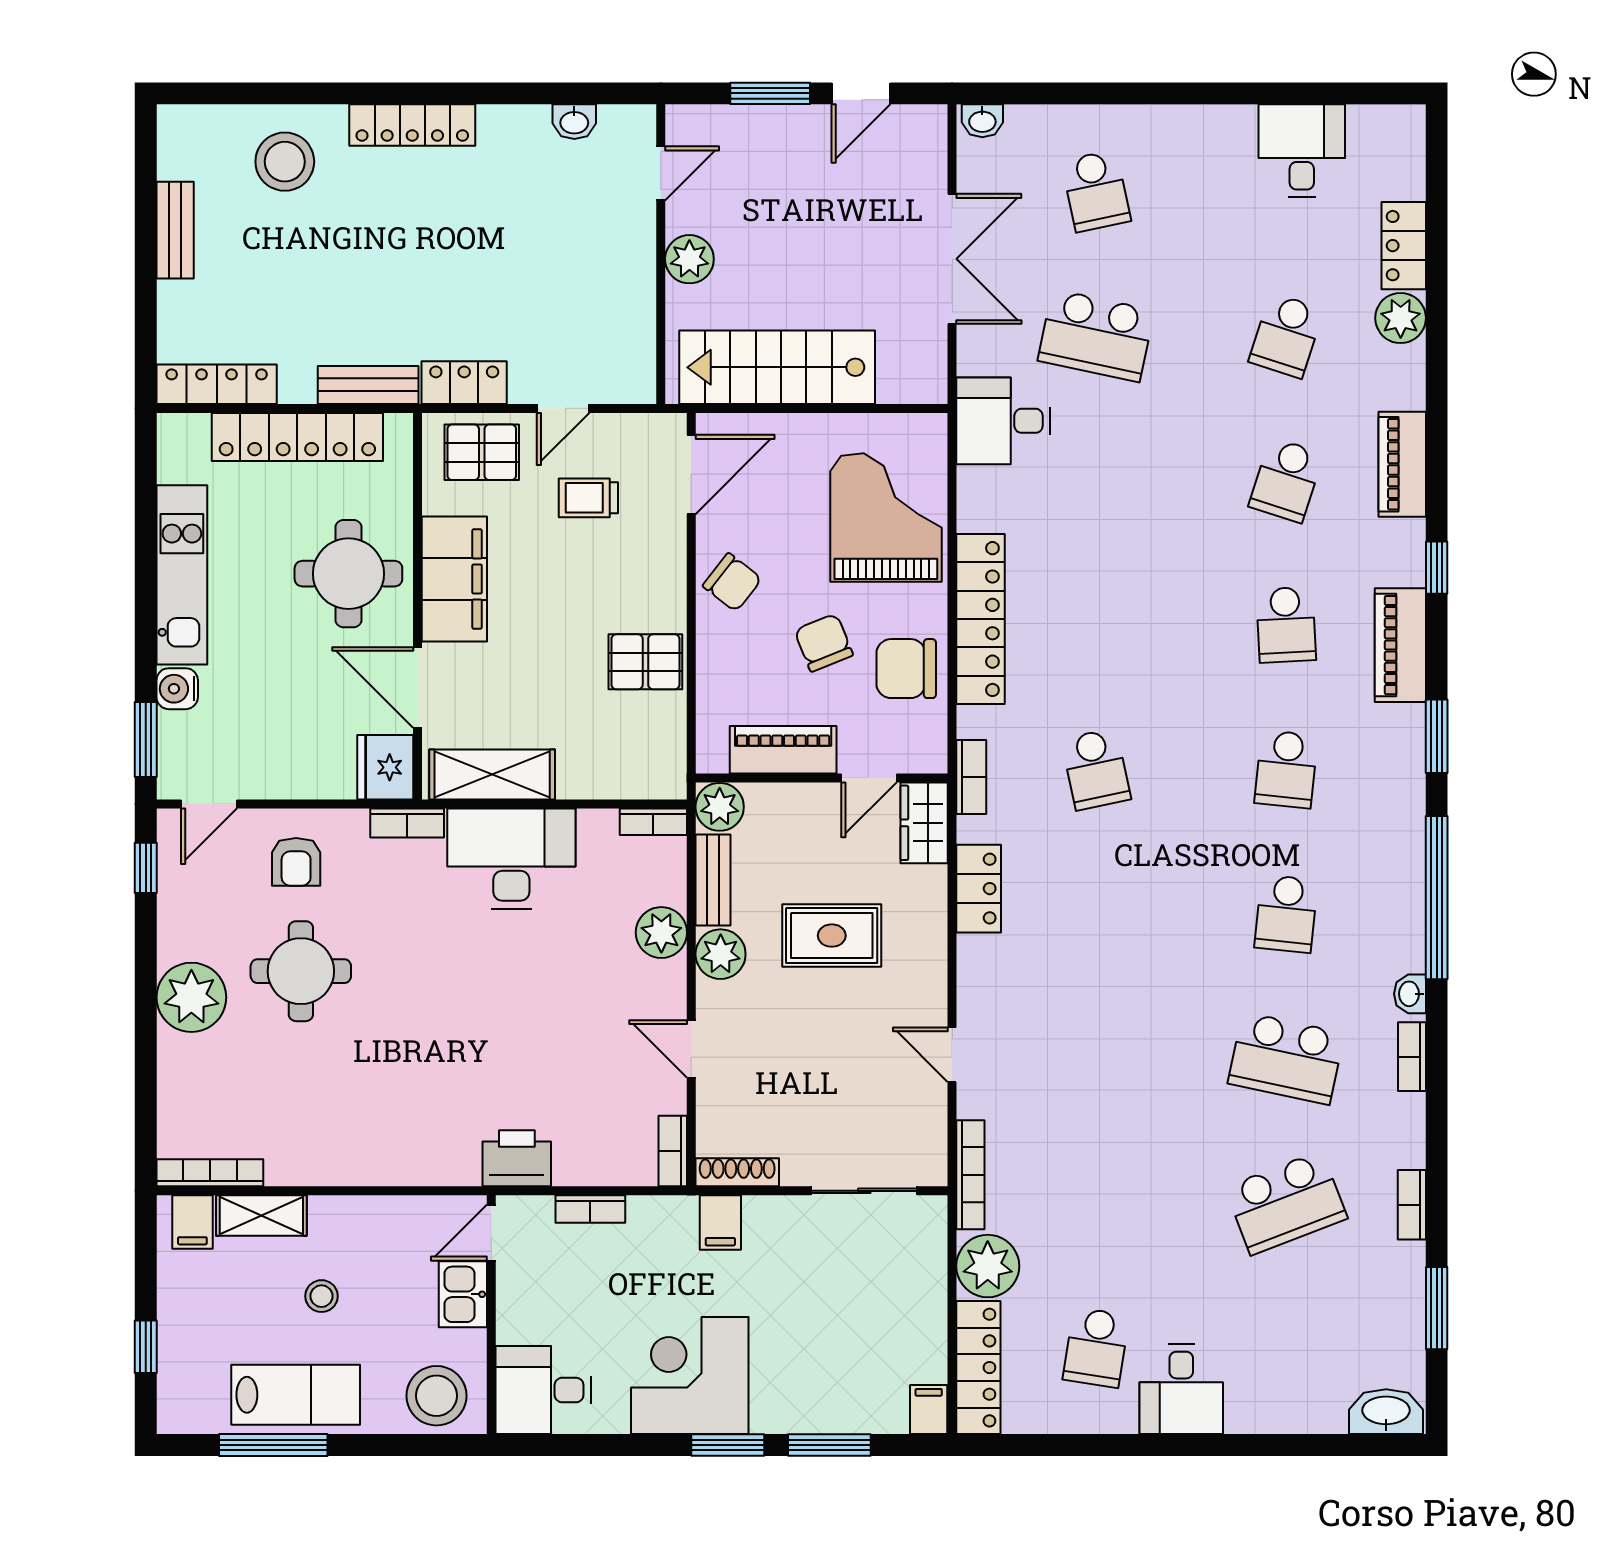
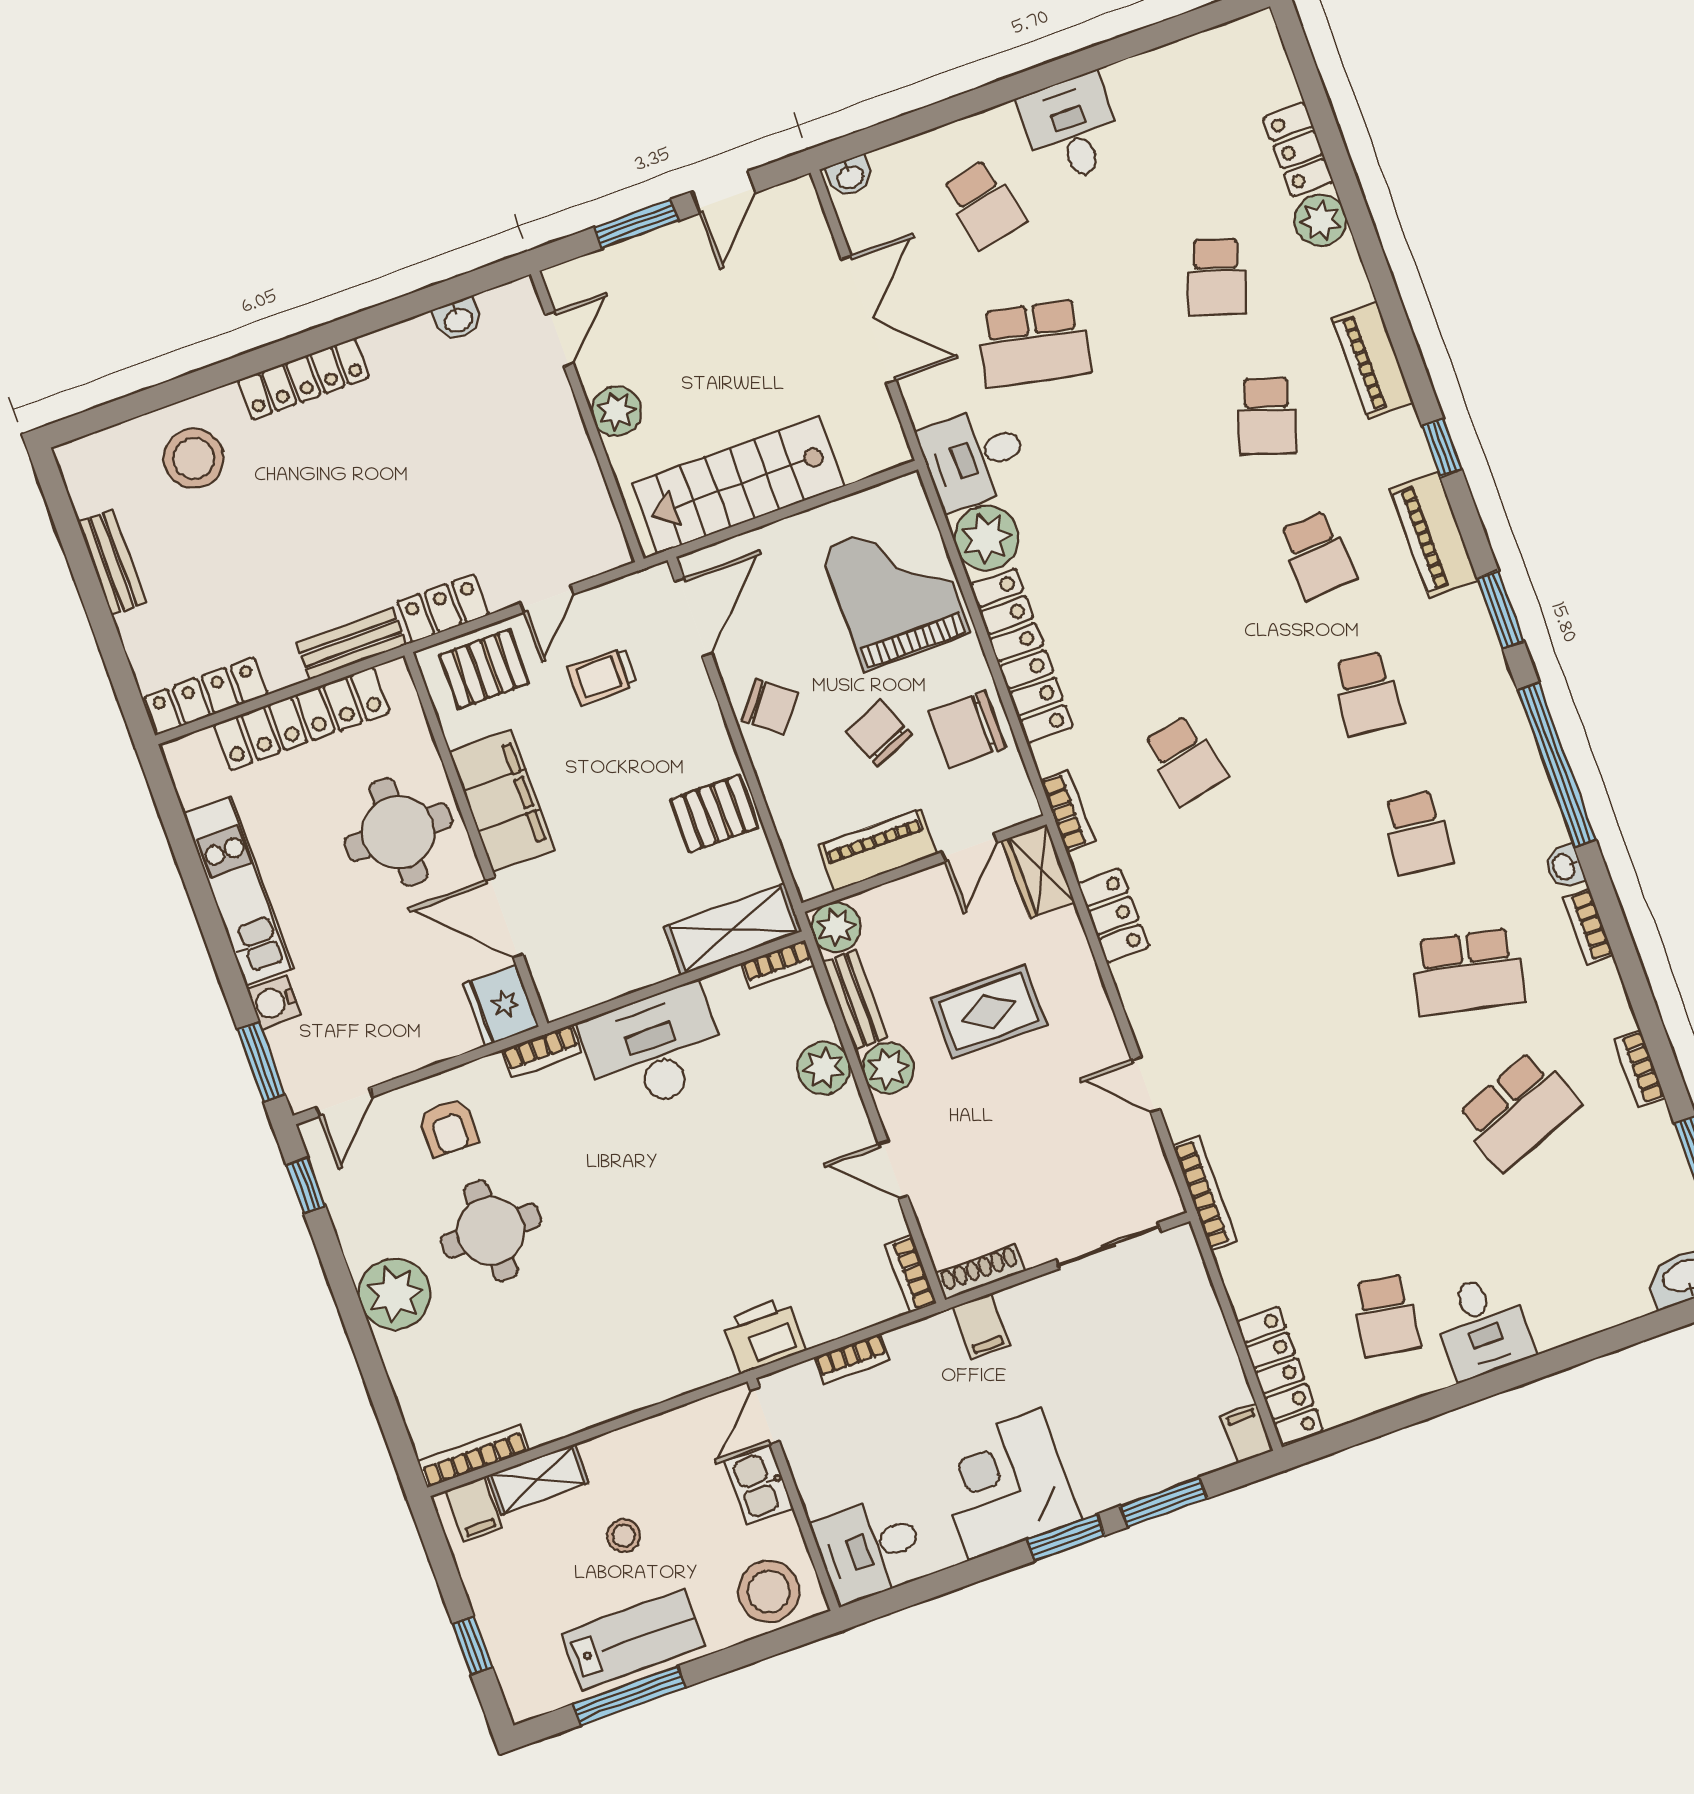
desk: (1302, 151) -> (1072, 129), moved
shelving: (492, 775) -> (733, 929), moved
plant: (988, 1266) -> (987, 538), moved

